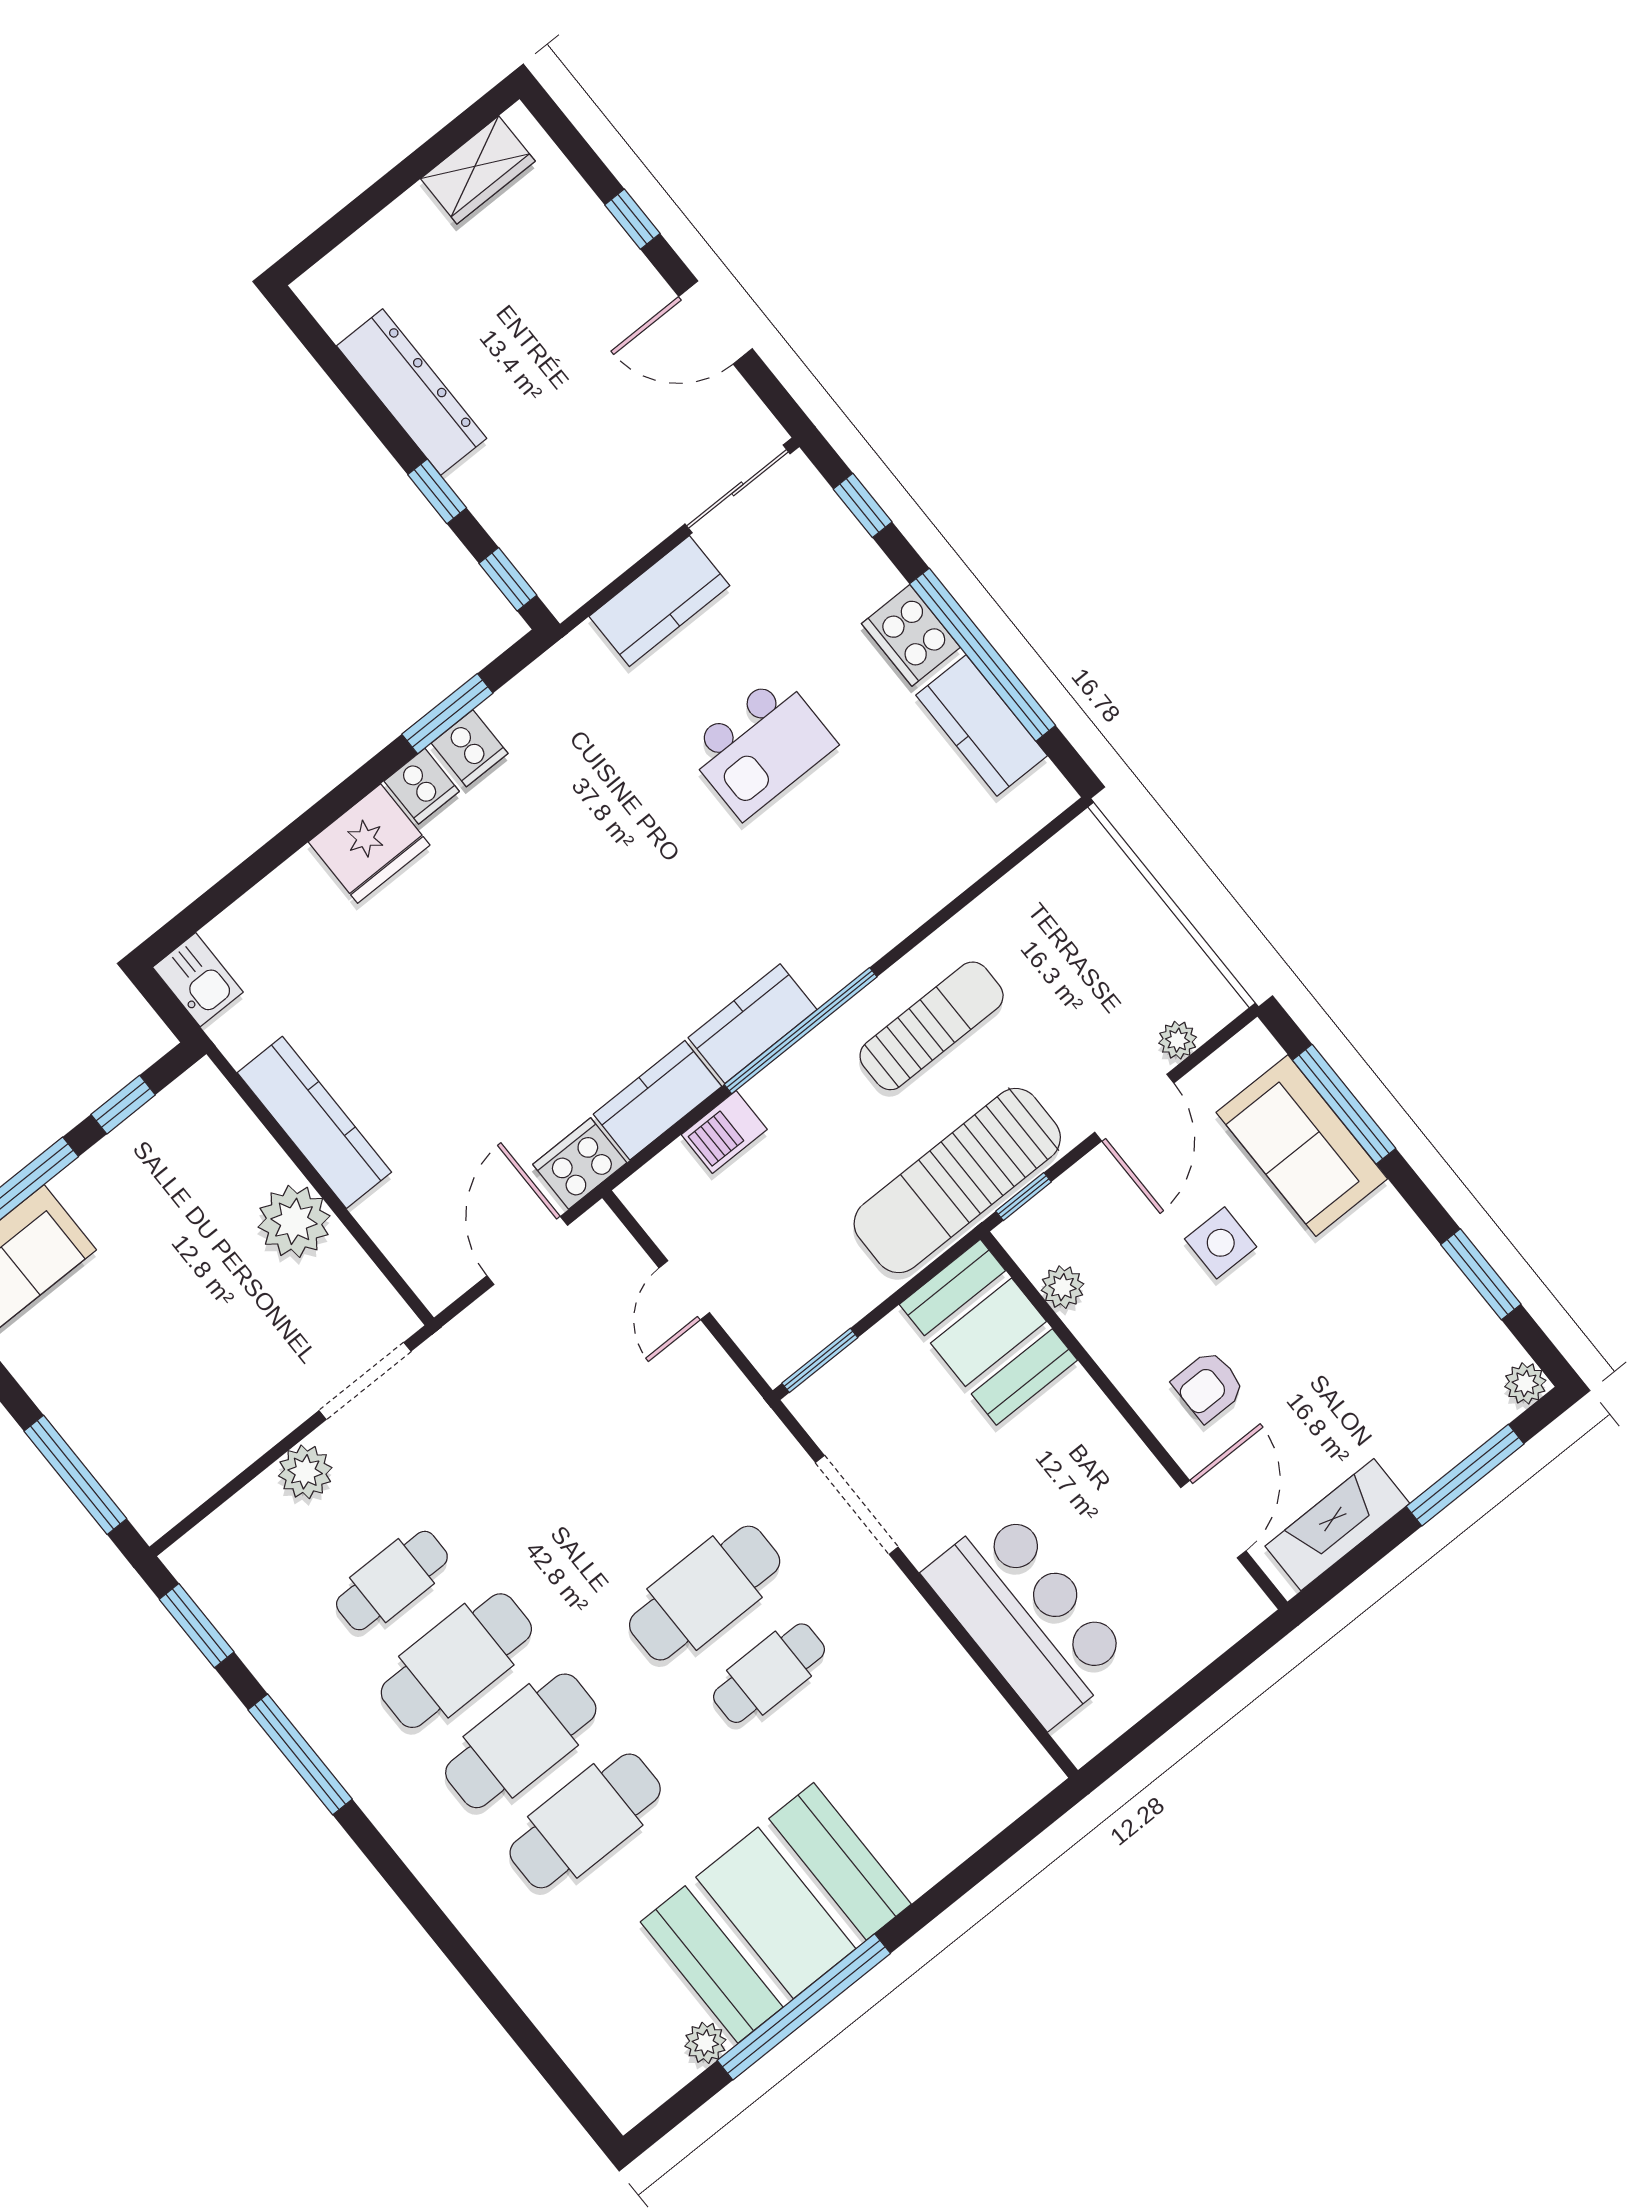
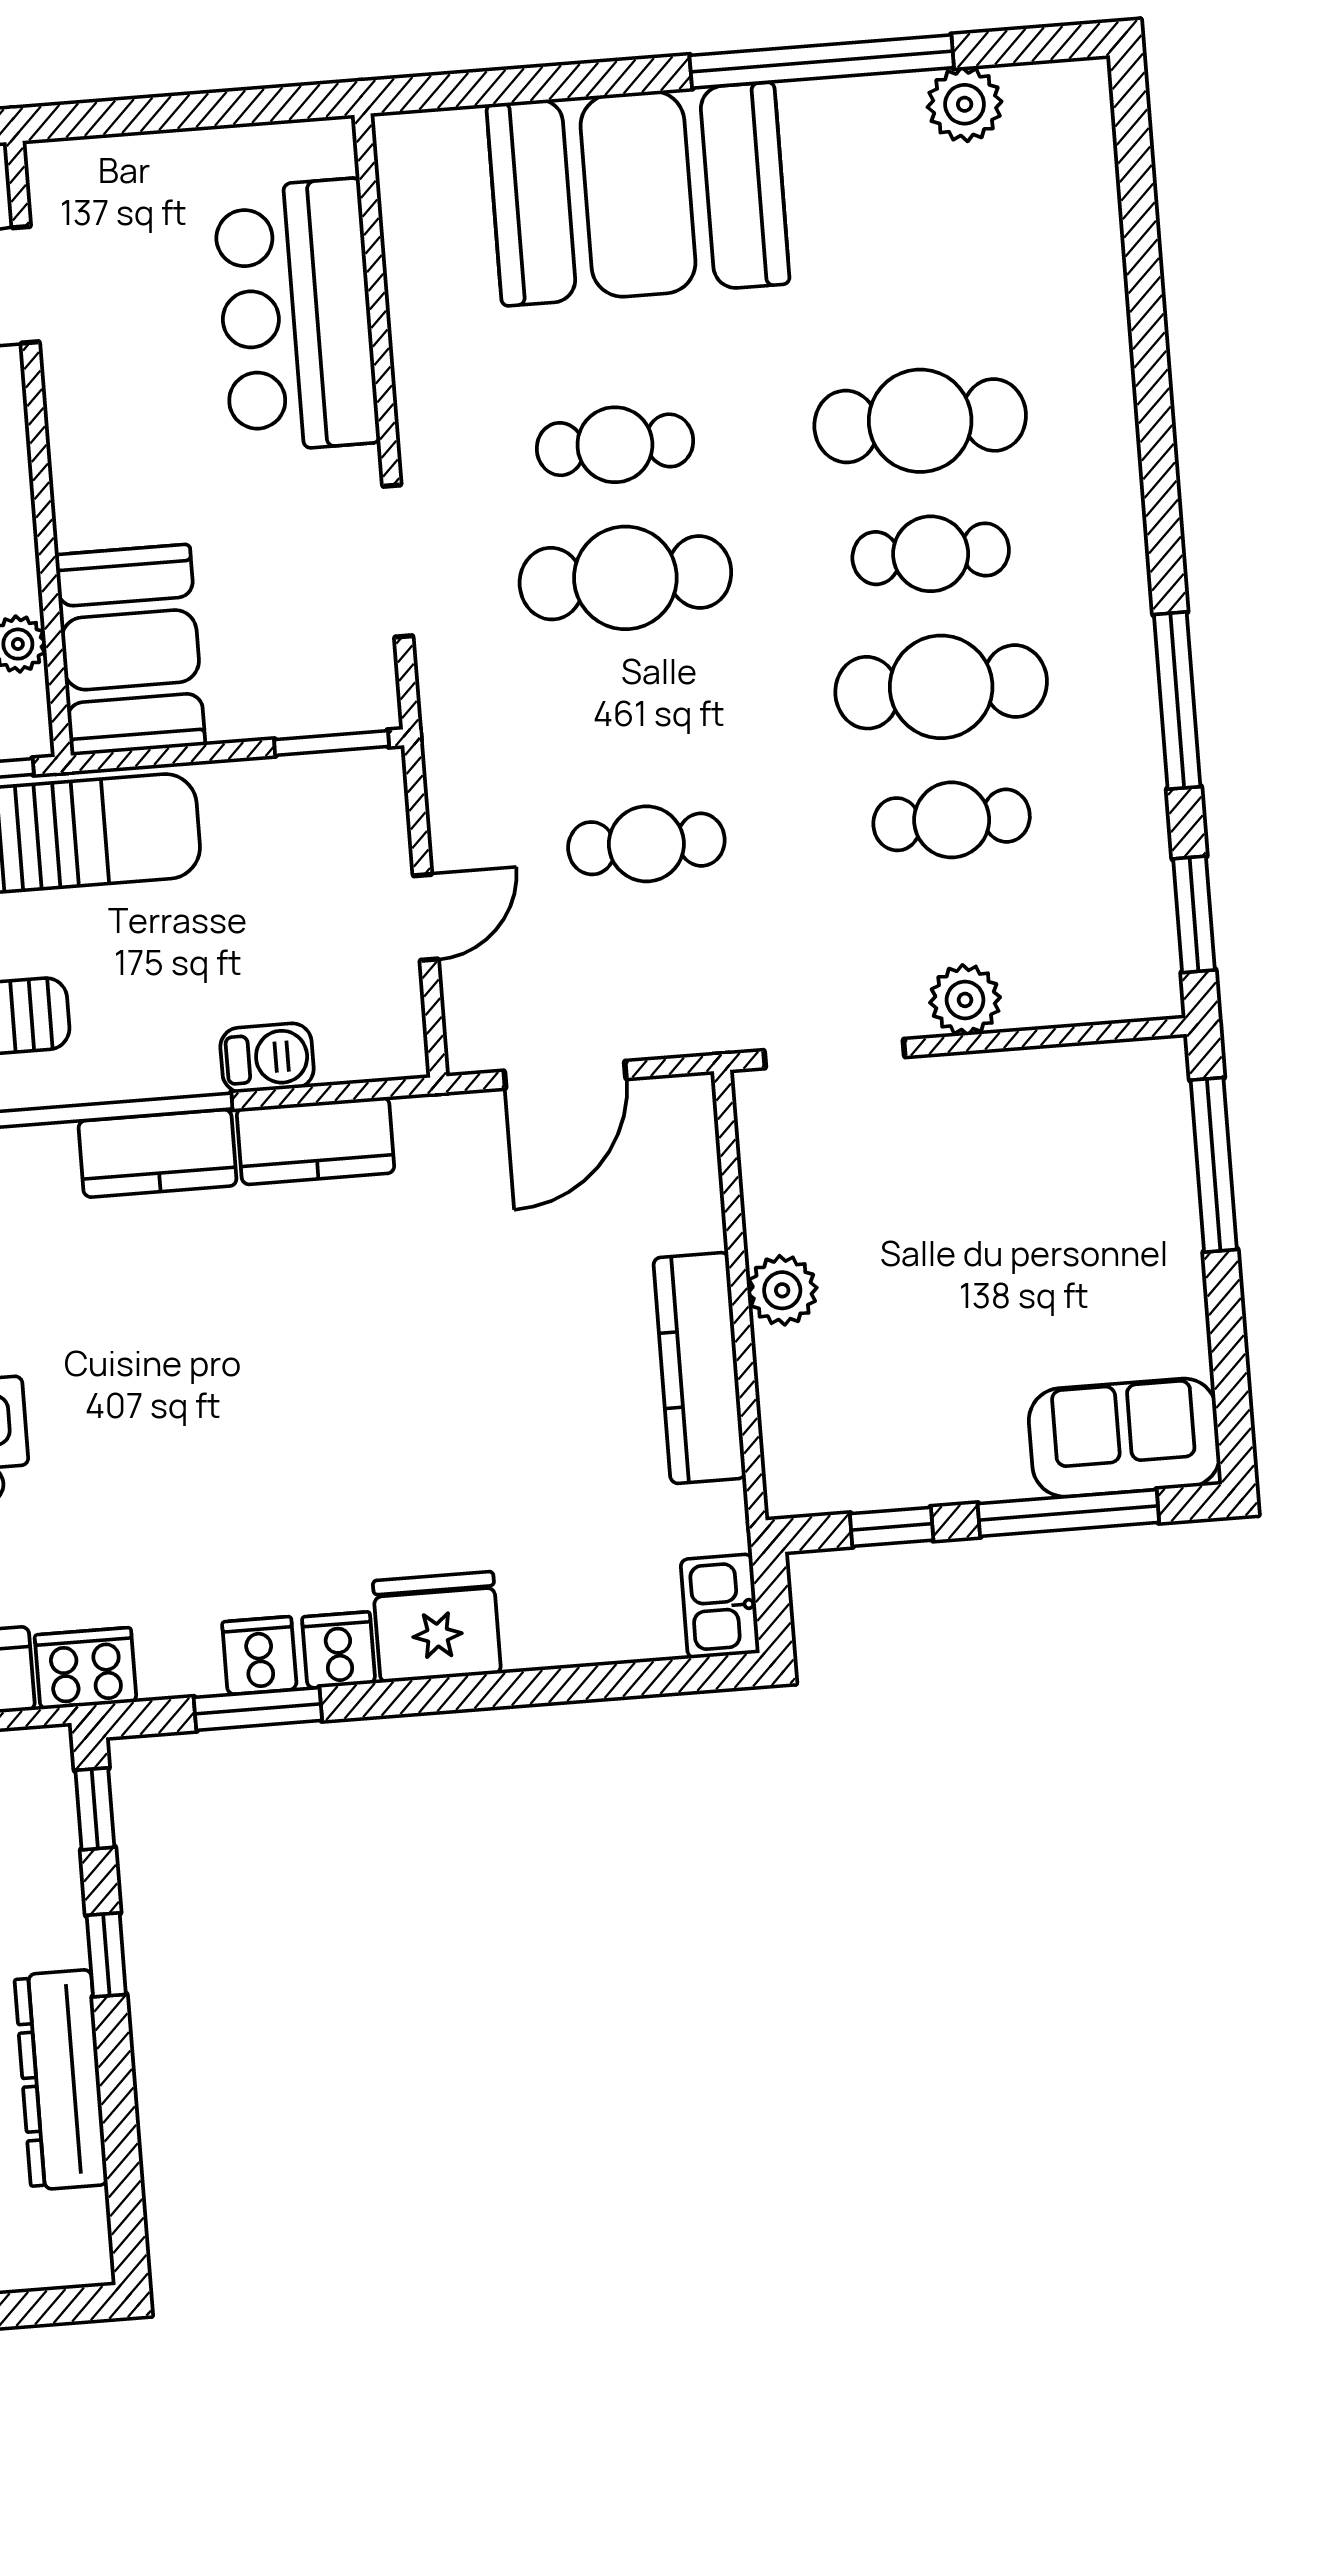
cooker: (580, 1164) -> (86, 1668), moved, turned 180
plant: (294, 1221) -> (782, 1290), width x0.73, depth x0.73
cafe table: (576, 1433) -> (646, 844), added
cafe table: (521, 1741) -> (931, 554), width x0.73, depth x0.74
booth: (776, 1913) -> (638, 194), moved
plant: (705, 2043) -> (965, 104), width x1.38, depth x1.38

